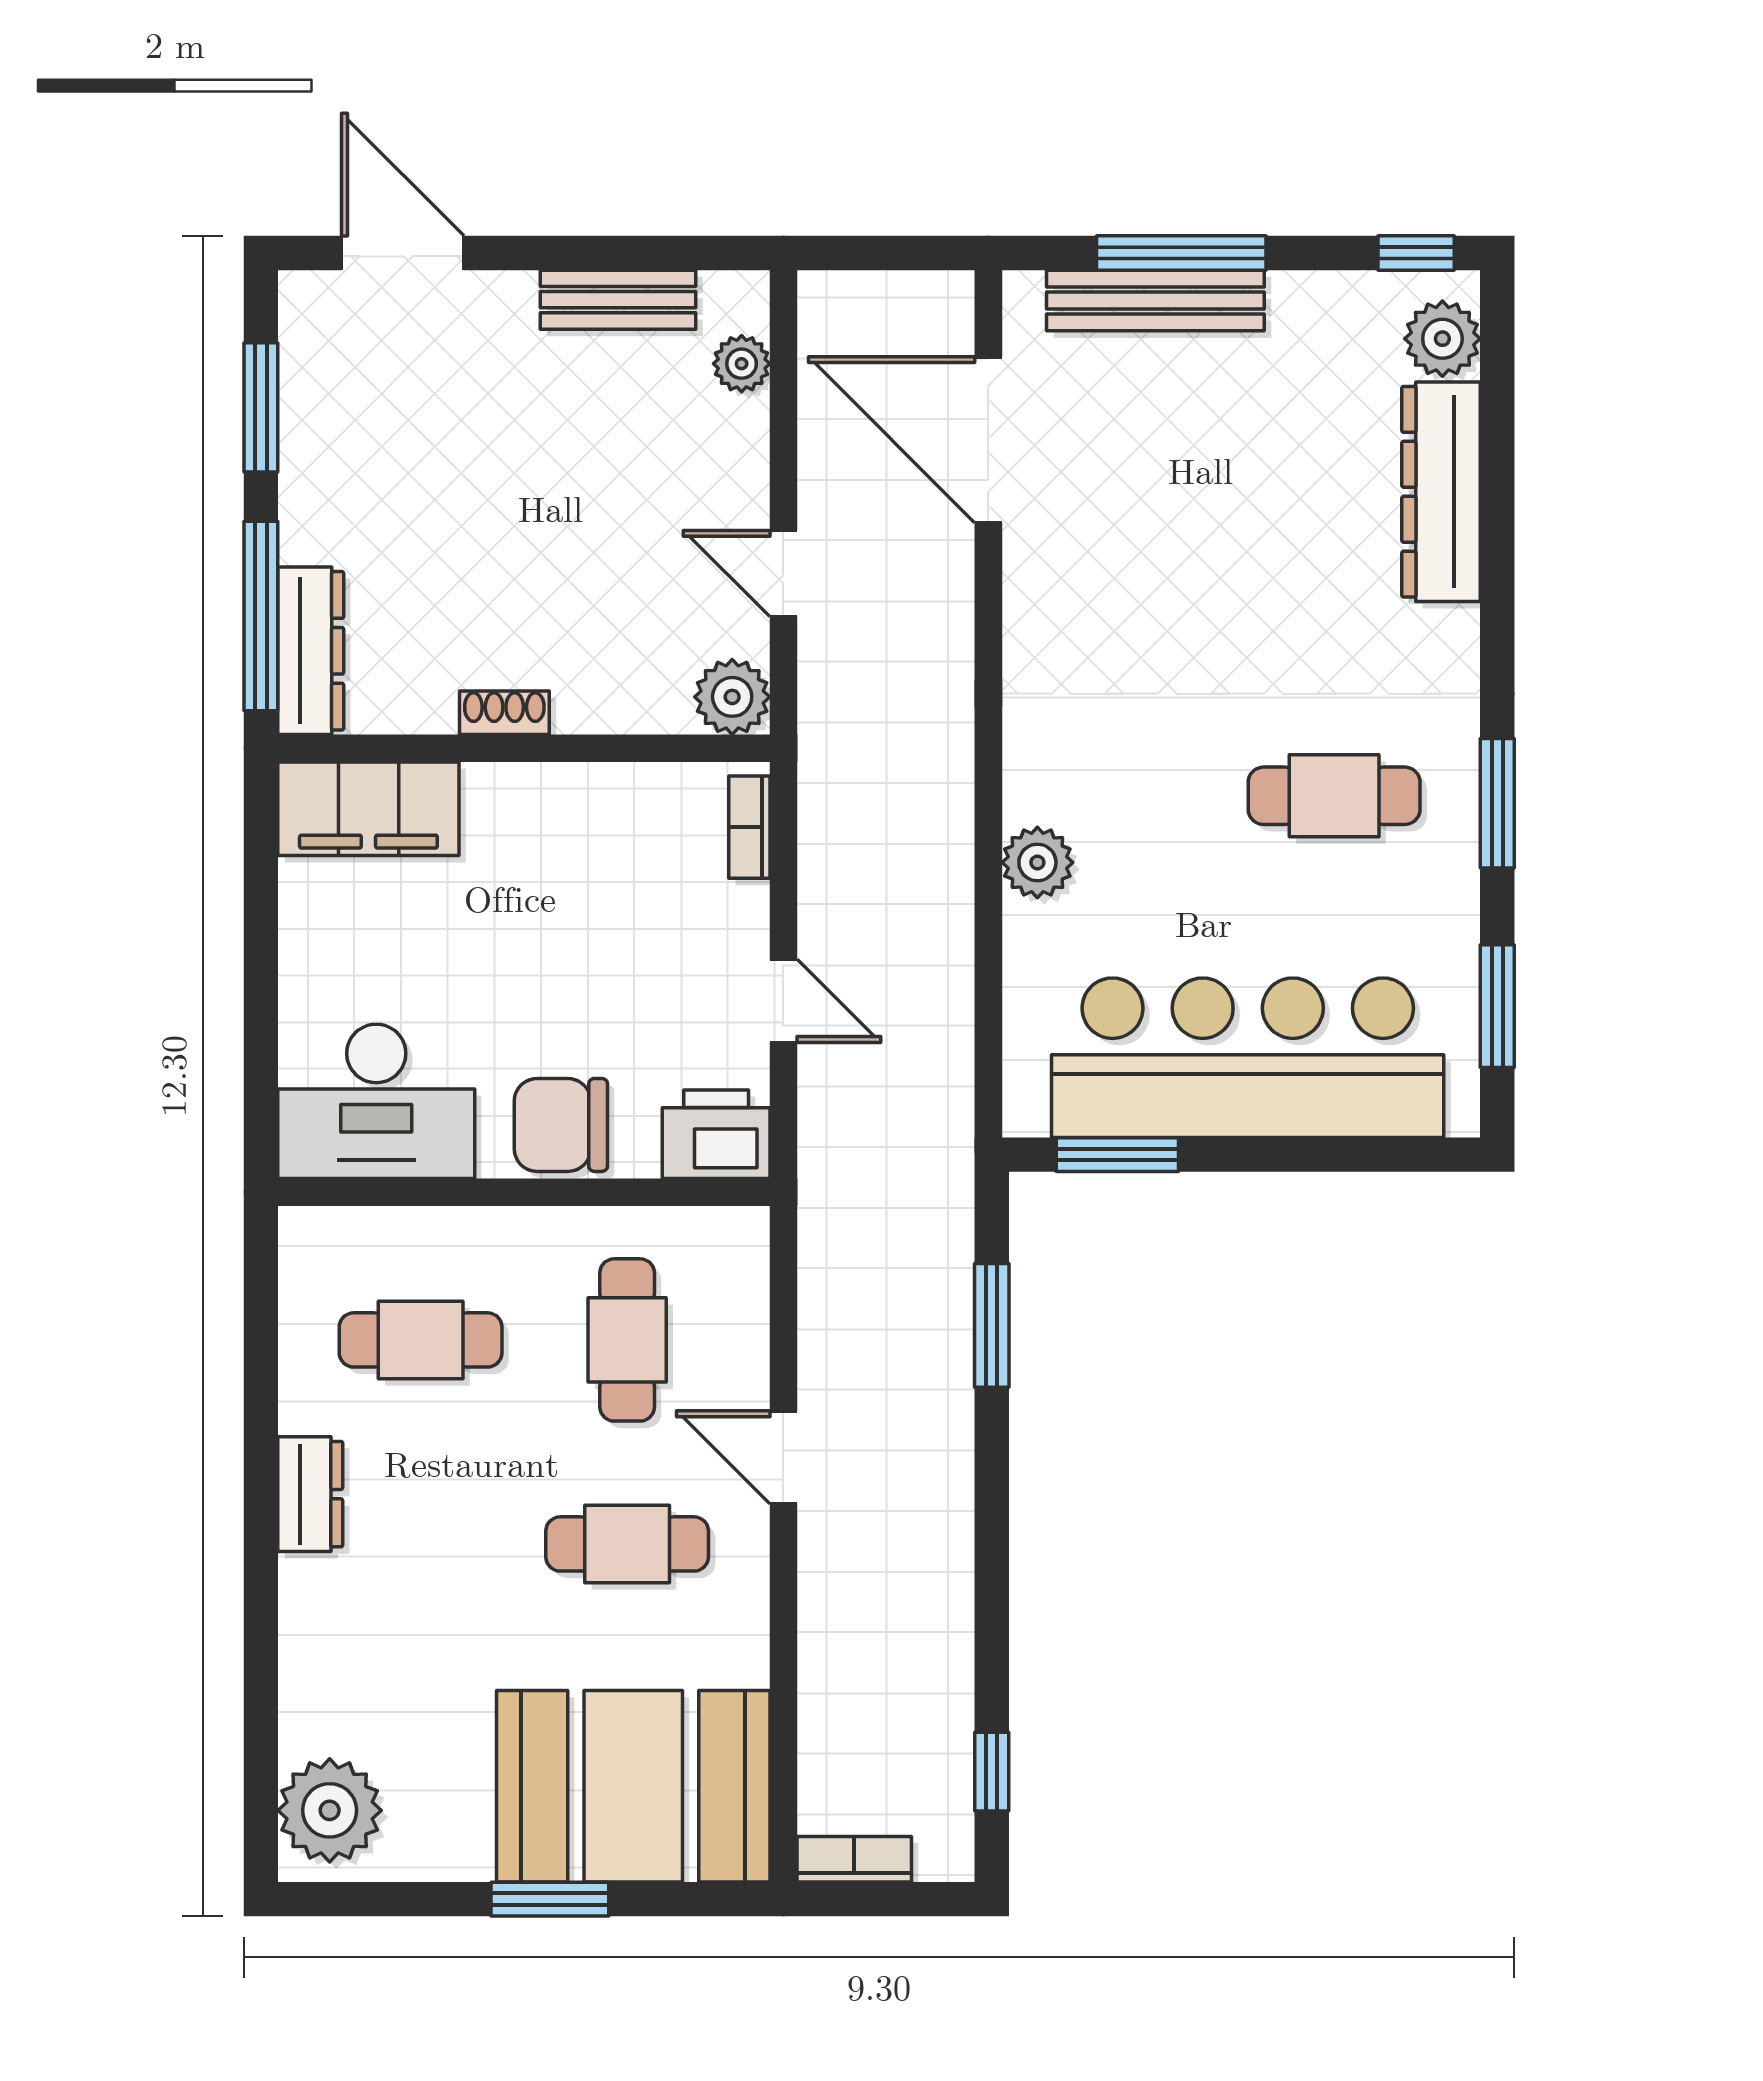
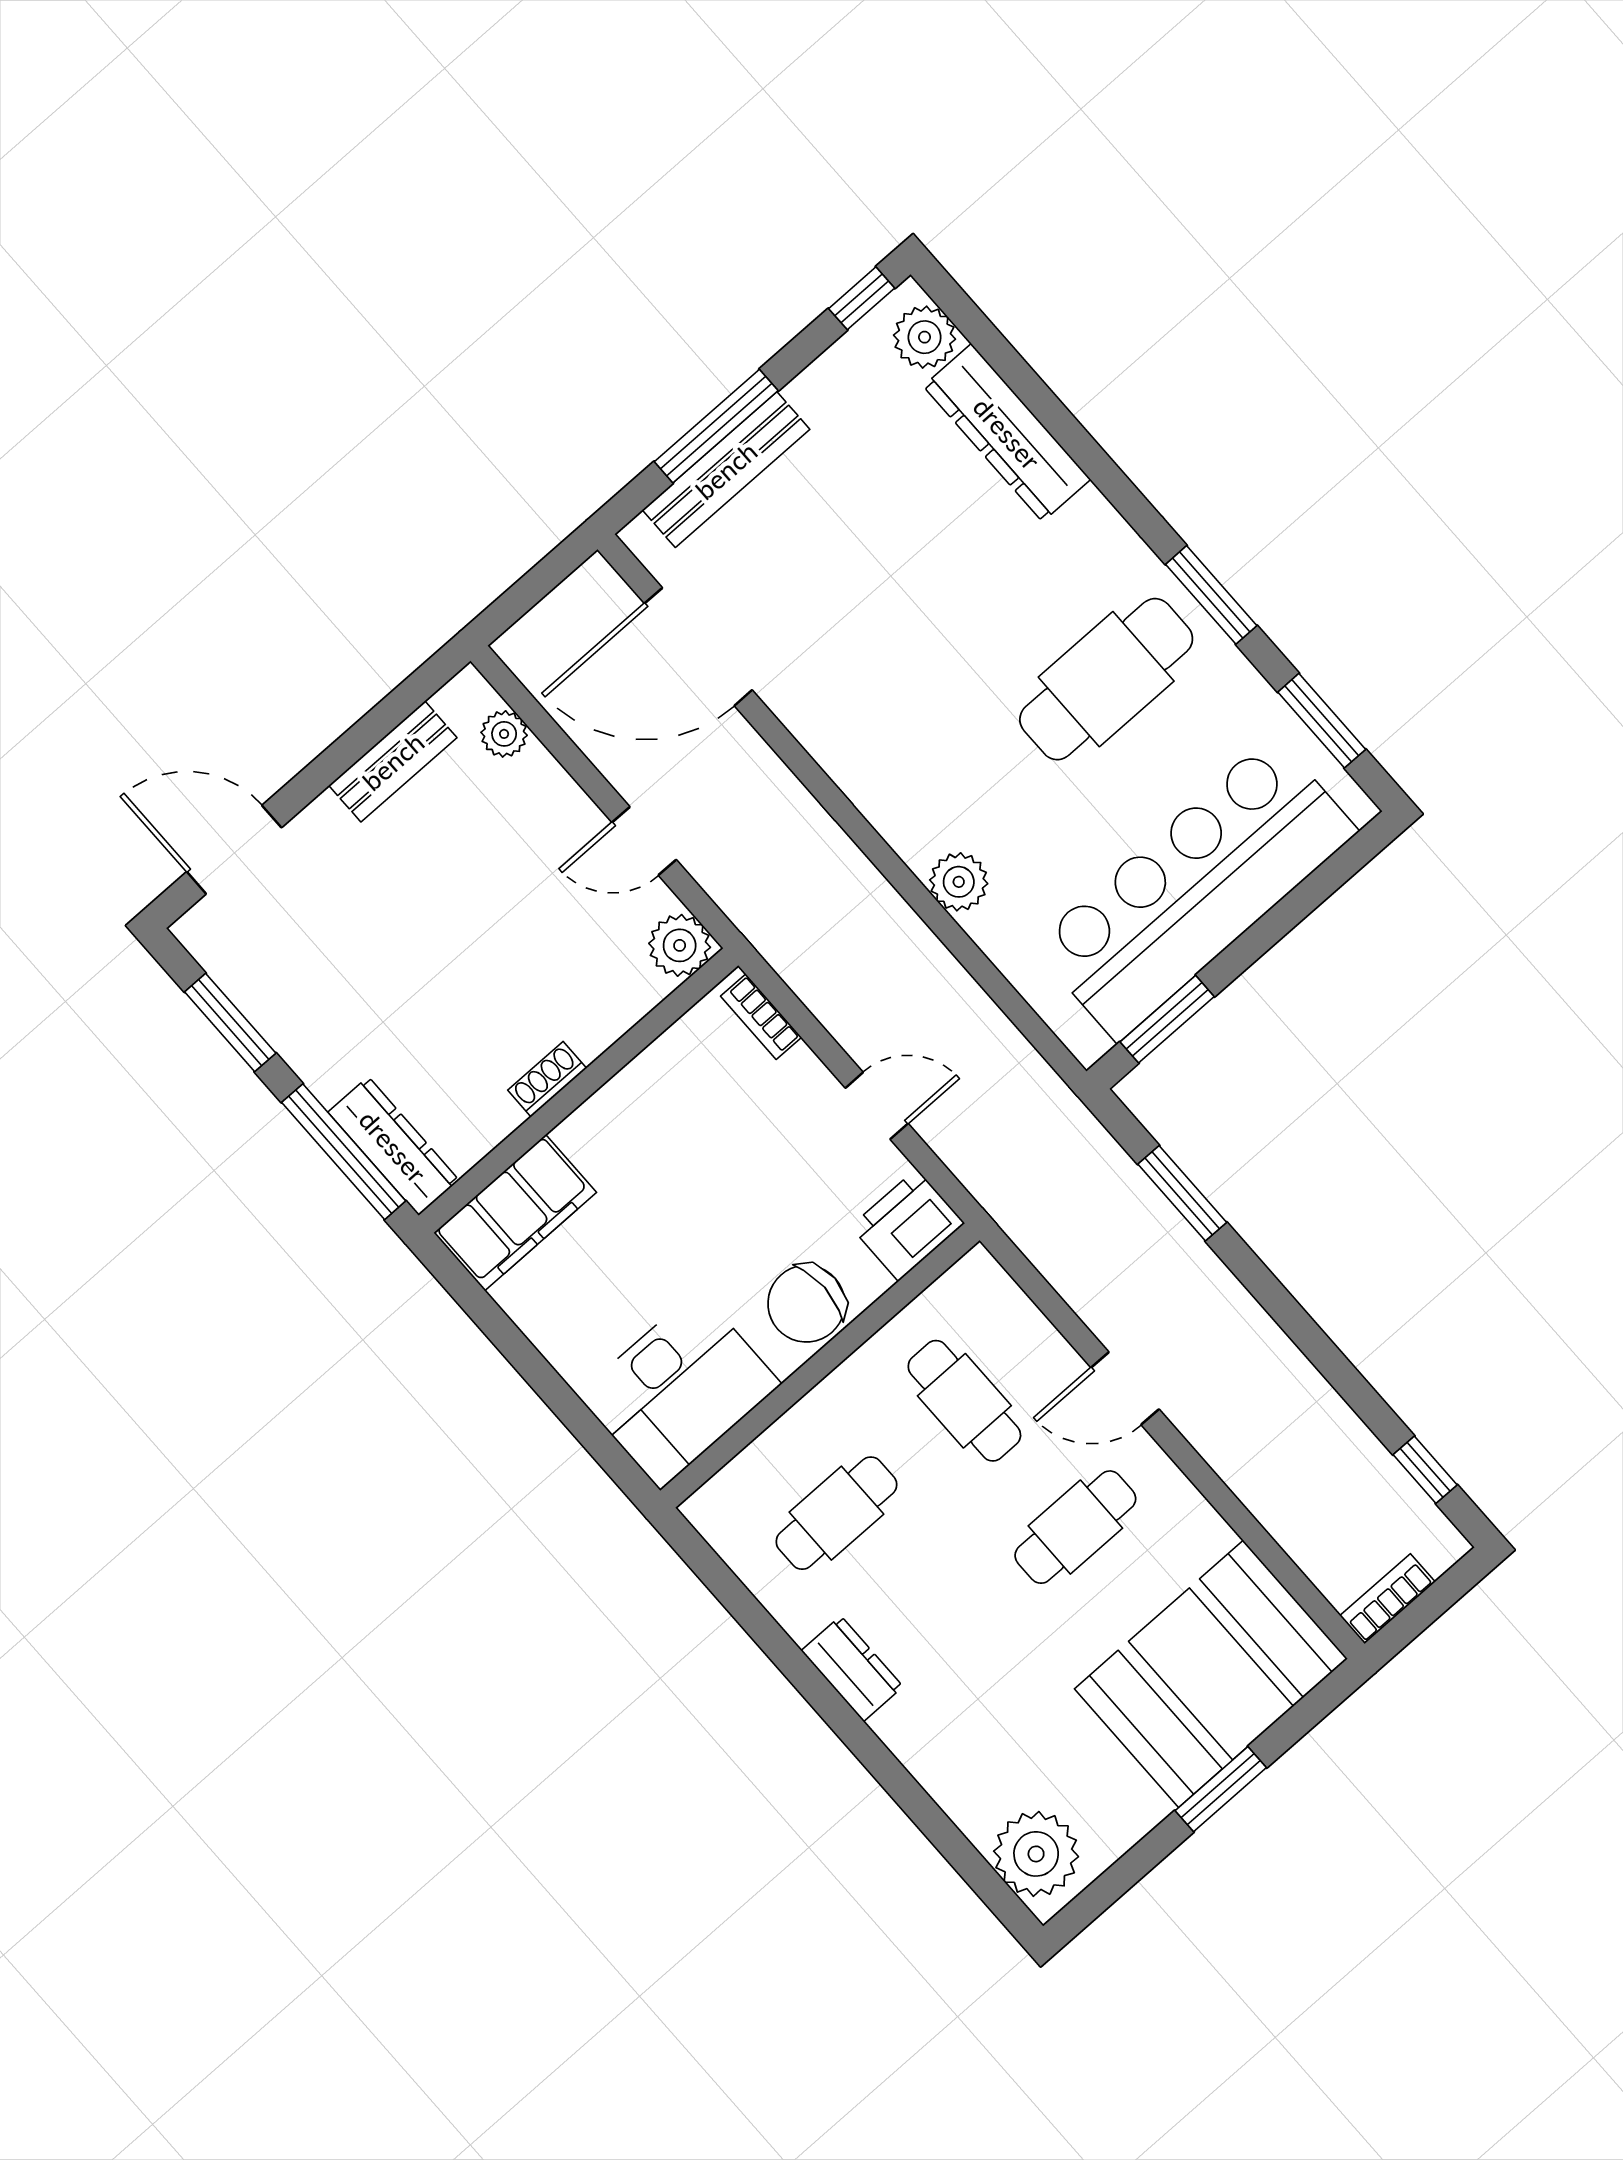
cafe table: (1334, 796) -> (1106, 679), width x1.37, depth x1.35

